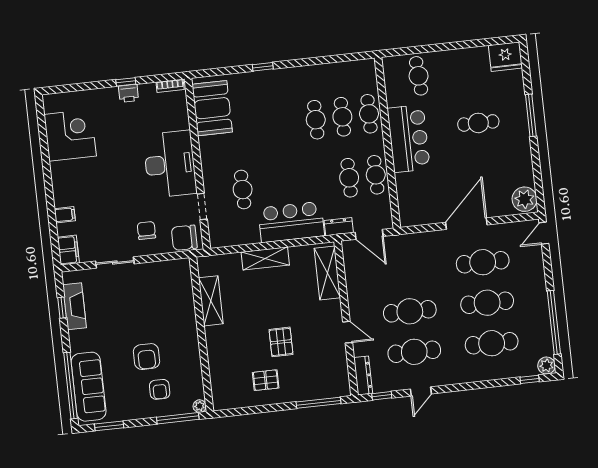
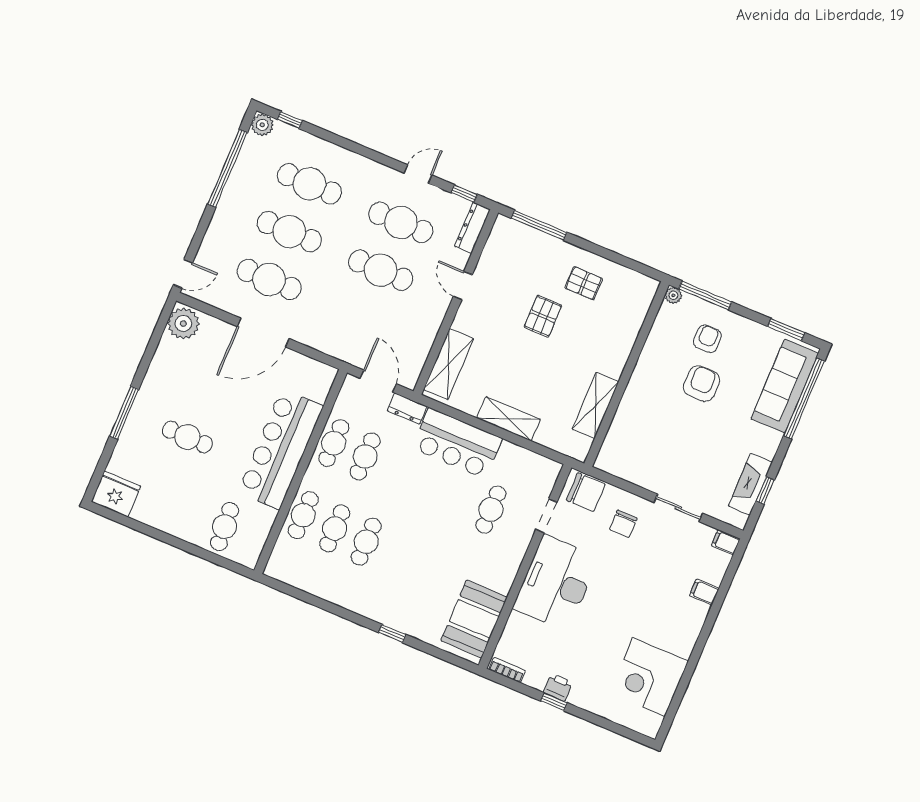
bar counter: (409, 139) -> (280, 449), width x1.36
filing cabinet: (68, 250) -> (726, 542), width x0.50

